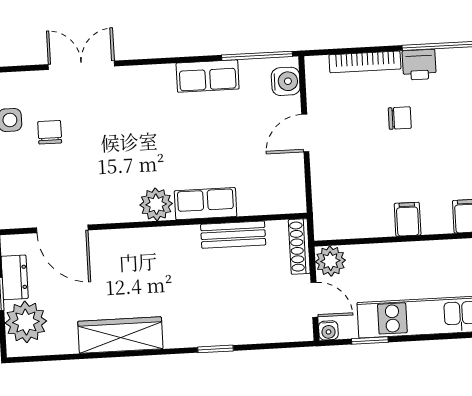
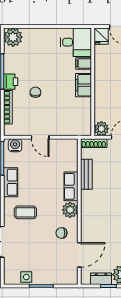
coffee table: (146, 111) -> (25, 212), added
chair: (50, 132) -> (61, 233), moved
filing cabinet: (408, 219) -> (84, 85), width x2.00

